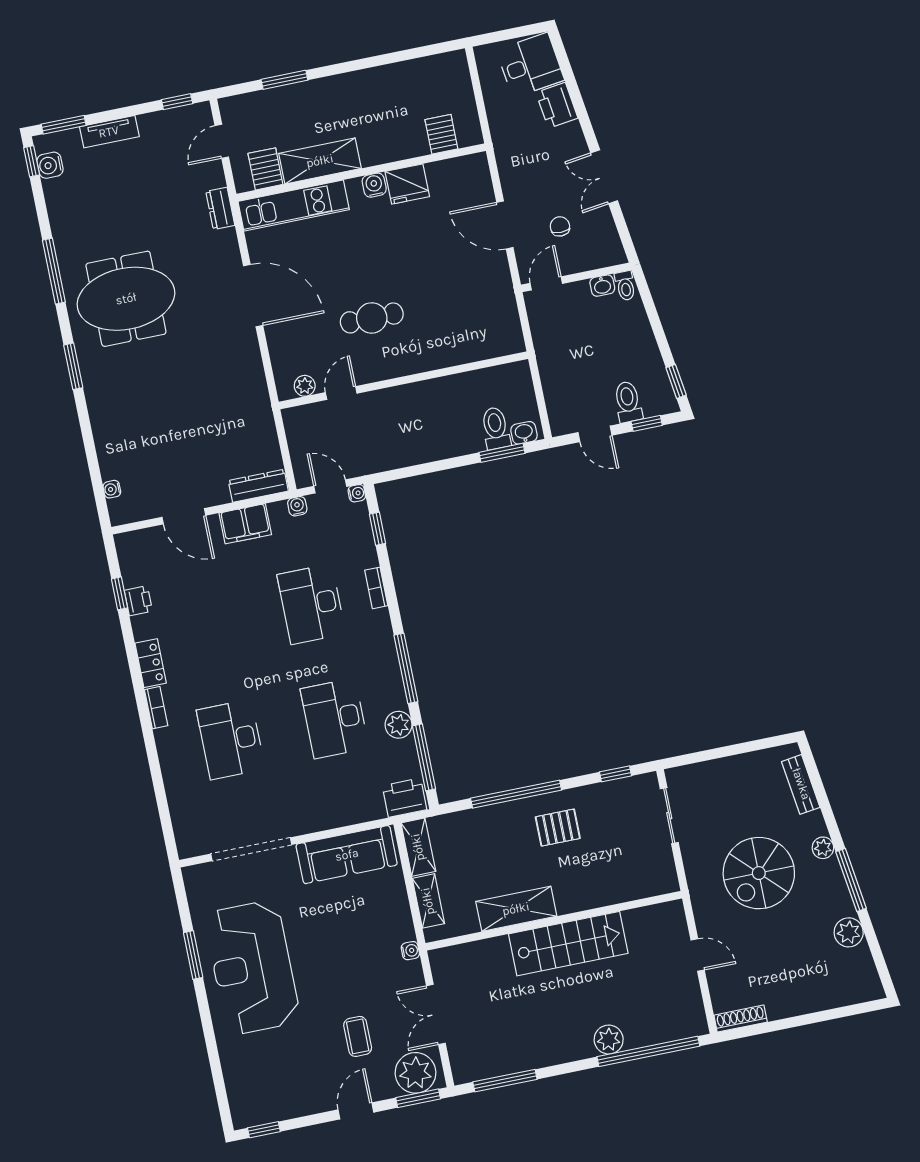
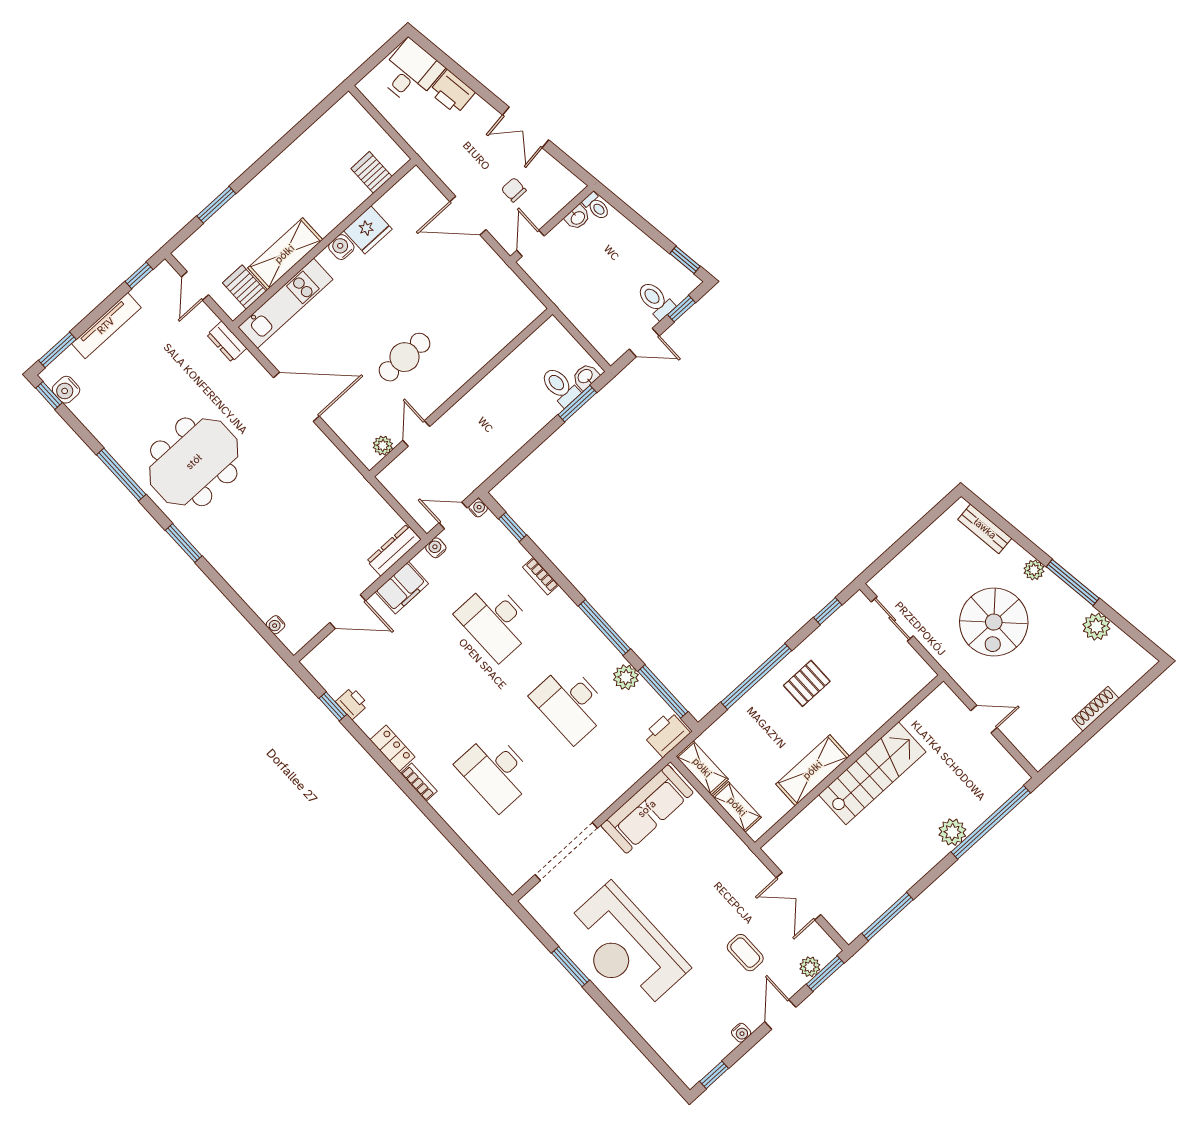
tv unit: (109, 132) -> (106, 326), width x1.41
water cooler: (410, 951) -> (741, 1033), moved, turned 90
shoe rack: (741, 1019) -> (1096, 709), moved
plant: (415, 1073) -> (810, 967), width x0.53, depth x0.53

